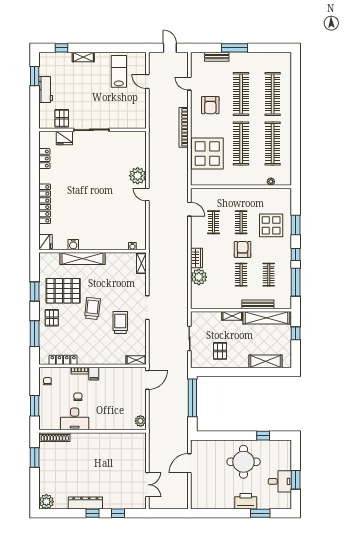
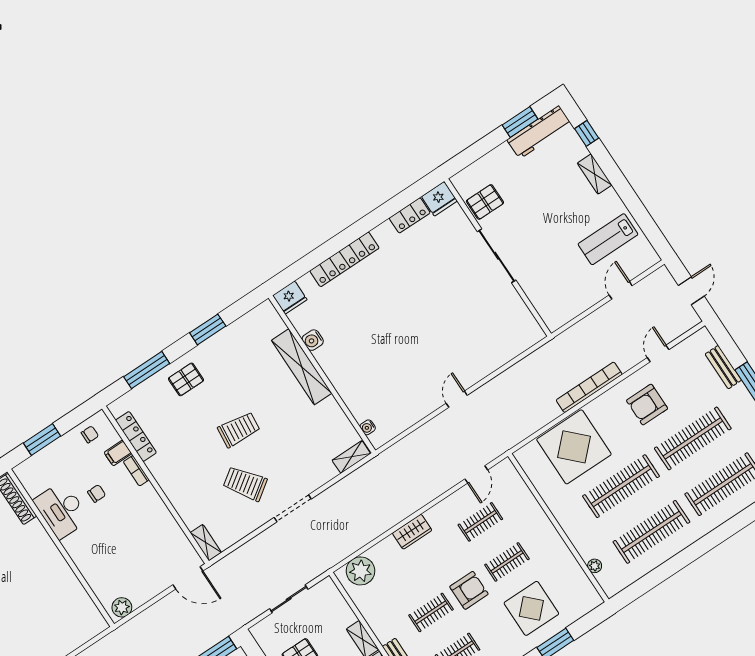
lab bench: (119, 71) -> (608, 239), turned 180
workbench: (46, 90) -> (539, 132), moved, width x1.37
fridge: (64, 138) -> (439, 199), moved, turned -90
plant: (138, 176) -> (475, 367), removed
plant: (199, 277) -> (360, 571), moved
pallet: (63, 291) -> (236, 370), removed
trolley: (120, 323) -> (245, 483), turned -125
filing cabinet: (94, 374) -> (118, 453), moved

